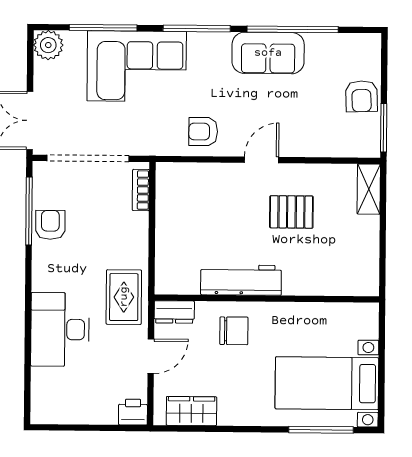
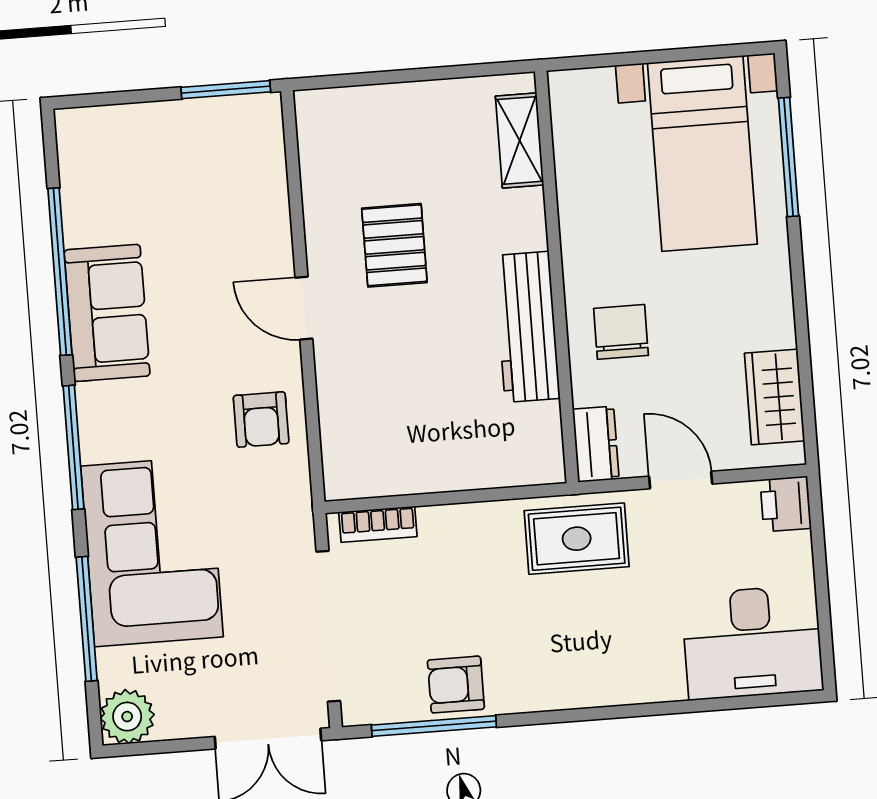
armchair: (361, 96) -> (172, 135), removed
shelving: (369, 189) -> (520, 140), moved, turned 90
desk: (60, 329) -> (752, 642), moved

